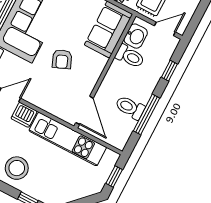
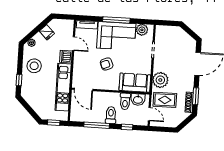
toilet: (130, 107) -> (111, 115), moved
door: (85, 110) -> (83, 89), hinge flipped

